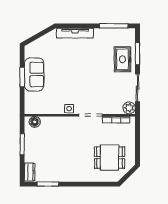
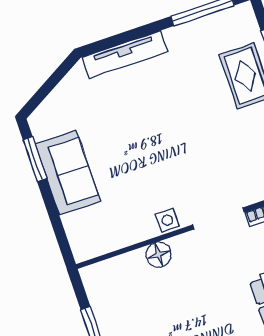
window: (22, 77) -> (35, 159), moved
floor lamp: (35, 122) -> (159, 255), moved

